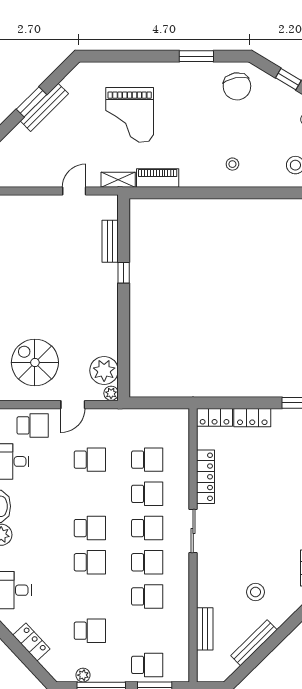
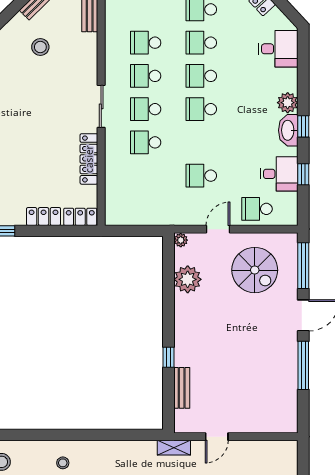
piano: (158, 178) -> (135, 449), removed
plant: (104, 370) -> (188, 279), moved
school desk: (147, 460) -> (201, 43), moved

